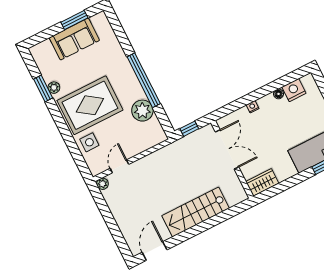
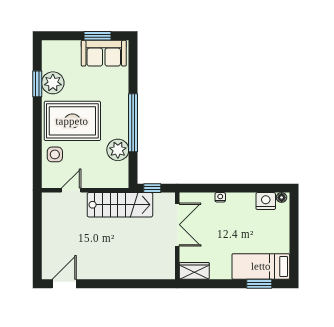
sofa: (74, 39) -> (104, 53), moved
plant: (54, 88) -> (53, 83), width x1.87, depth x1.87
floor lamp: (279, 94) -> (282, 198), moved
plant: (102, 184) -> (48, 198), removed
stairs: (196, 212) -> (120, 205), moved, turned 180

